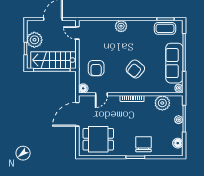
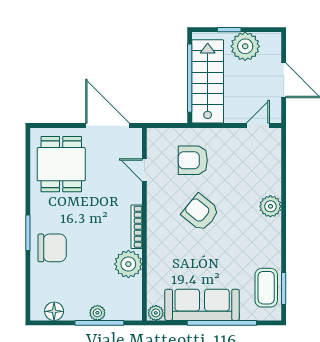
armchair: (135, 69) -> (200, 213), moved
floor lamp: (83, 88) -> (155, 136), removed
plant: (162, 103) -> (128, 264), moved

